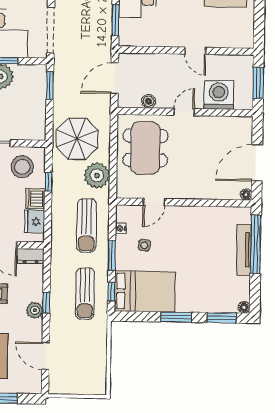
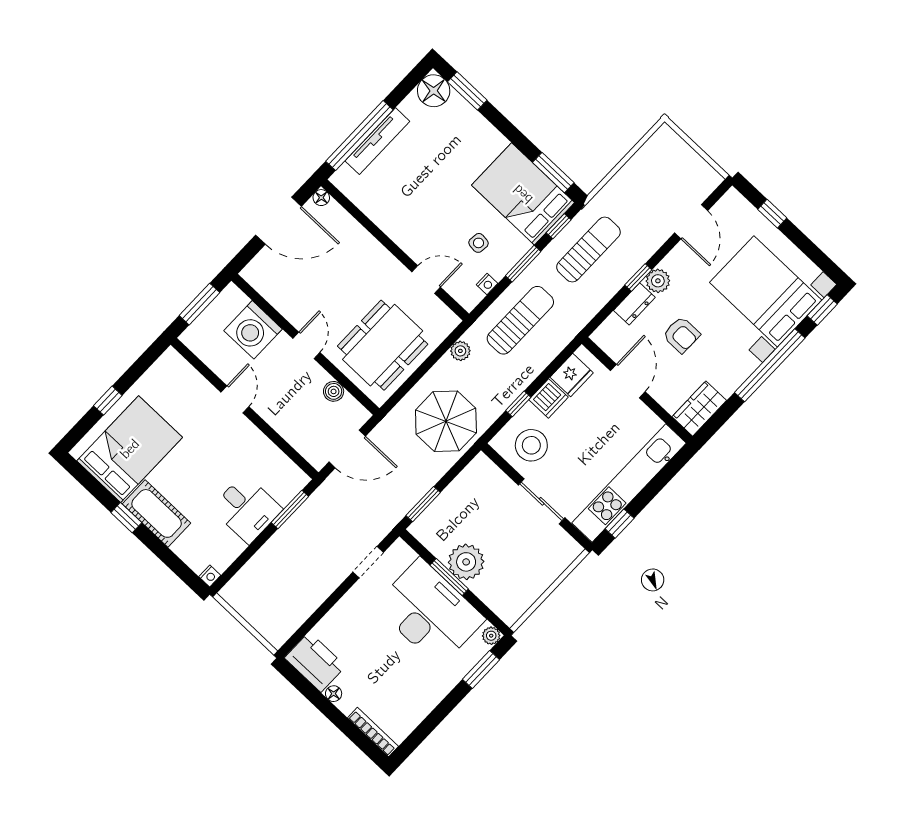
doorway: (51, 30) -> (368, 562), width x0.53
door: (184, 112) -> (306, 345), swing flipped
plant: (97, 175) -> (460, 351), width x0.53, depth x0.53
dresser: (31, 256) -> (634, 304), moved, turned 90
floor lamp: (244, 307) -> (434, 91), width x1.89, depth x1.89
window: (176, 317) -> (553, 173), moved

